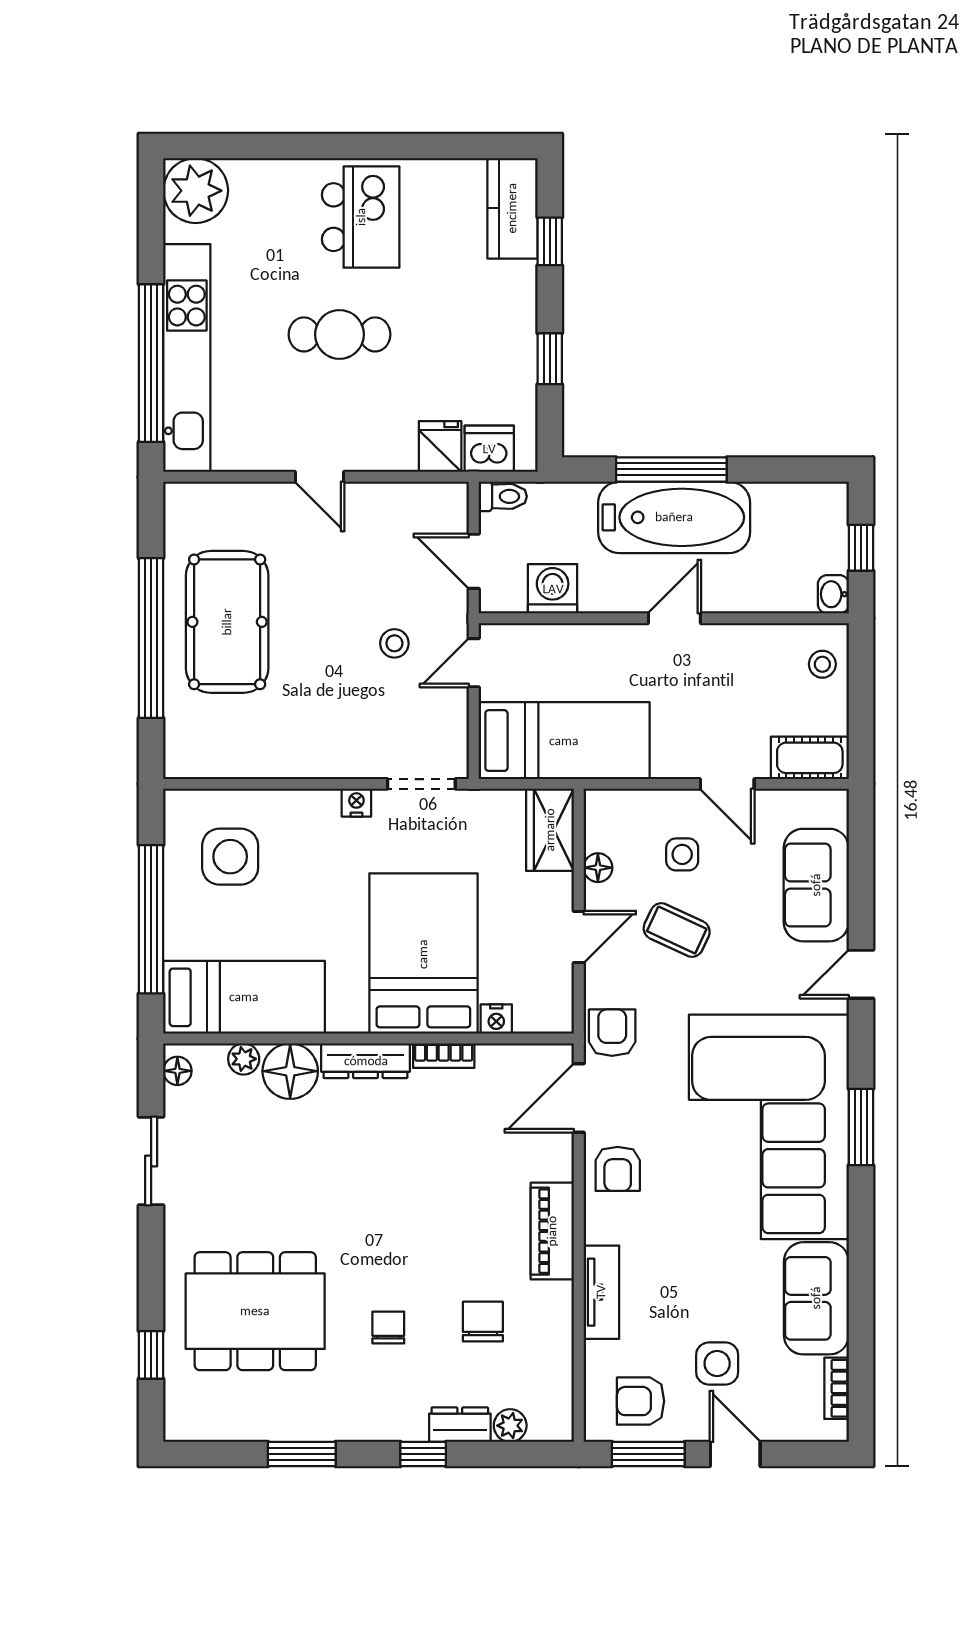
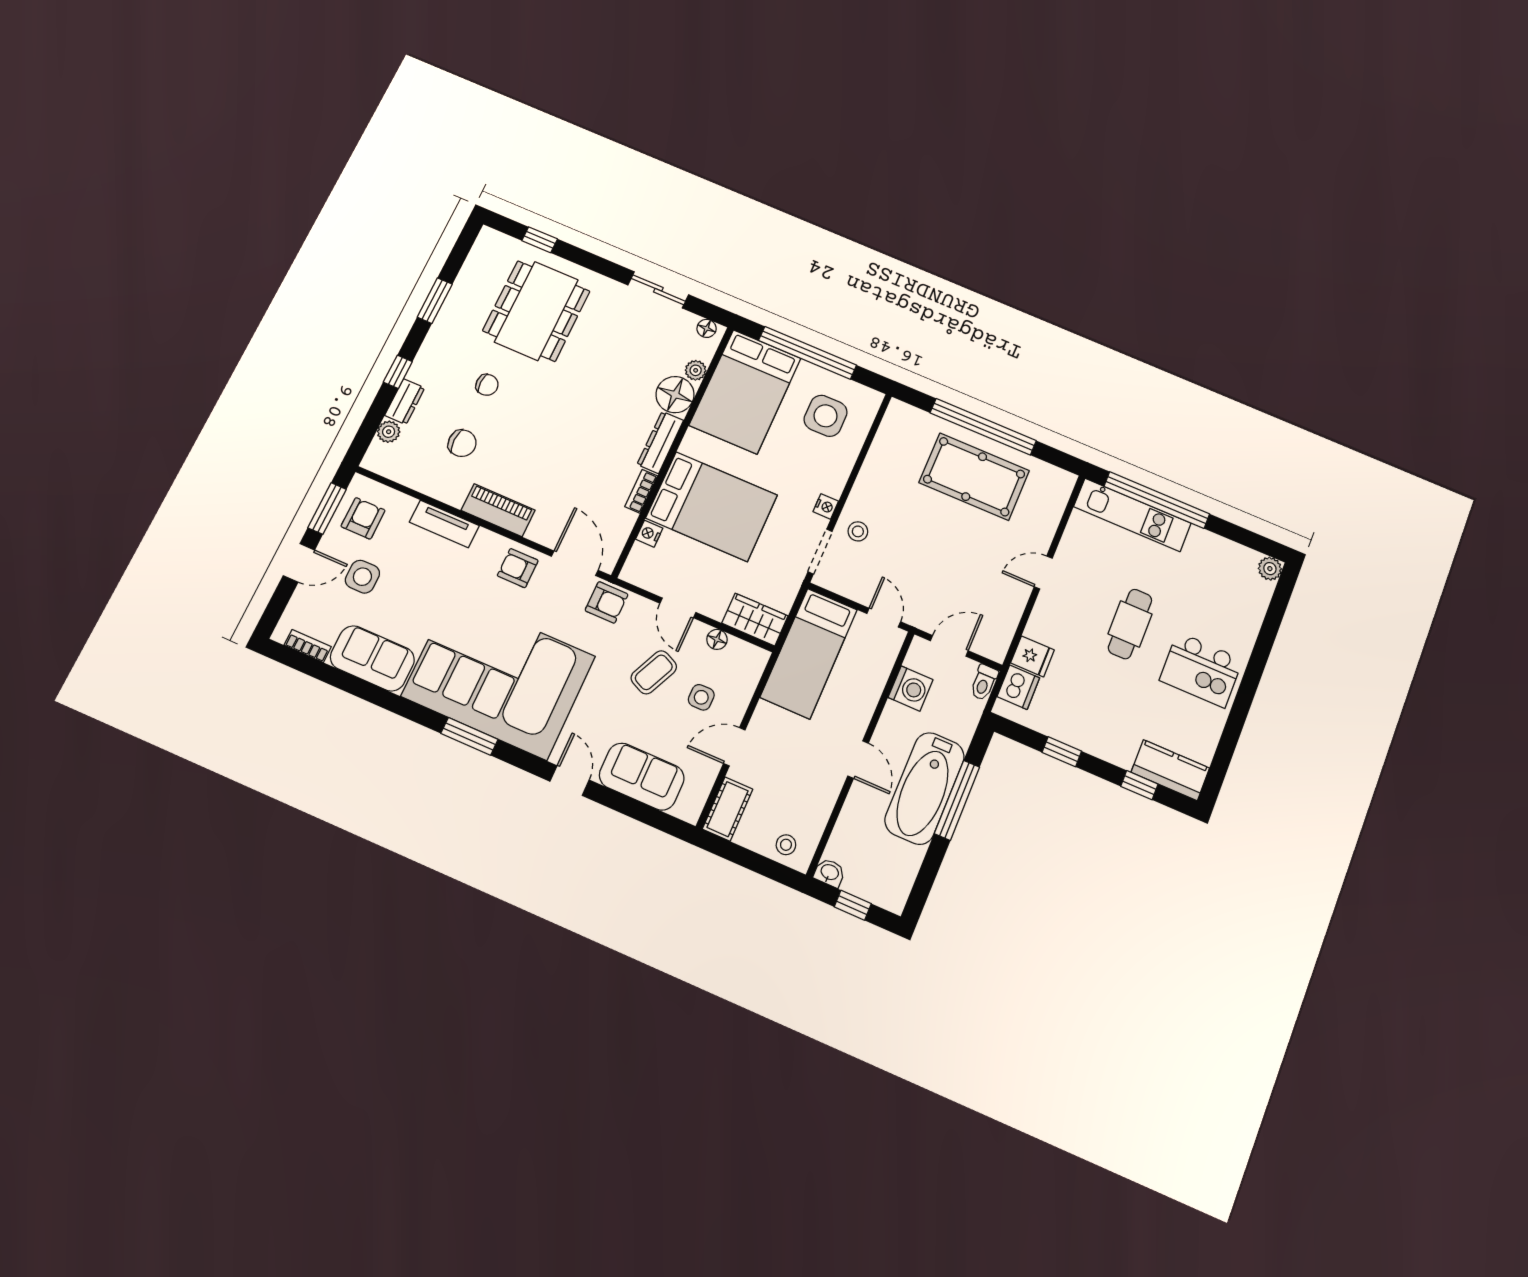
plant: (196, 191) -> (1270, 569), width x0.53, depth x0.53
kitchen unit: (187, 358) -> (1132, 515), width x0.73
stool: (394, 643) -> (858, 531), moved
bed: (244, 997) -> (745, 392), width x1.50

